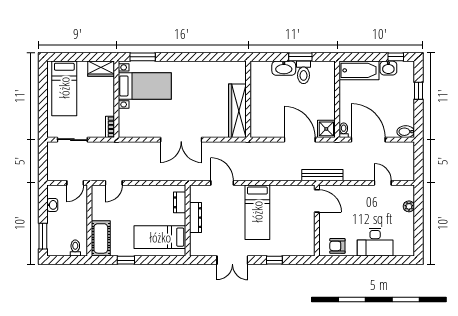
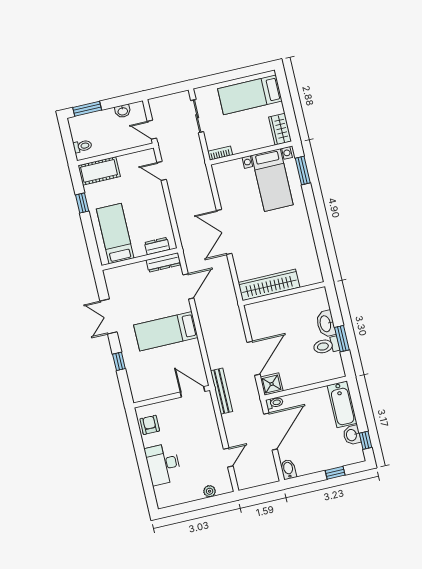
door: (317, 201) -> (193, 392), swing flipped
dresser: (196, 218) -> (164, 262), moved

